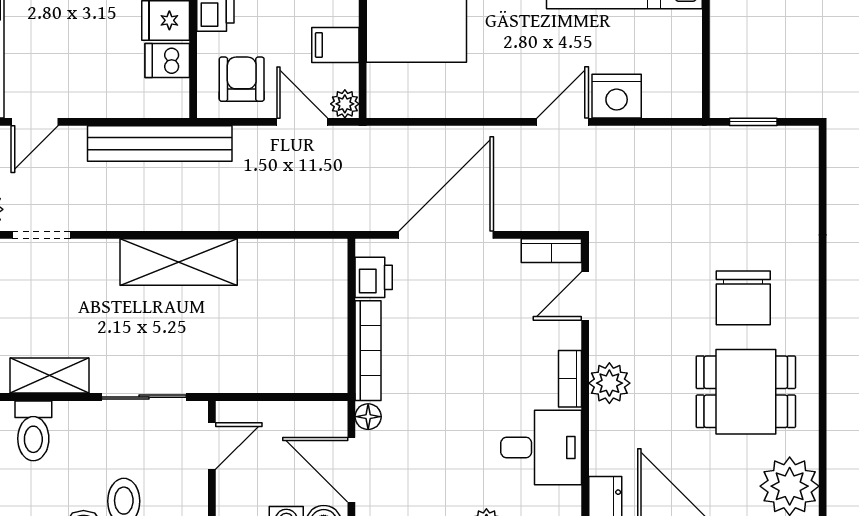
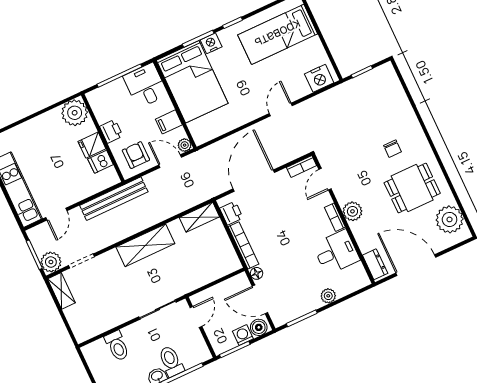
nightstand: (617, 96) -> (319, 78), moved
chair: (743, 298) -> (393, 149), width x0.54, depth x0.54
shelving: (49, 376) -> (199, 217), moved

